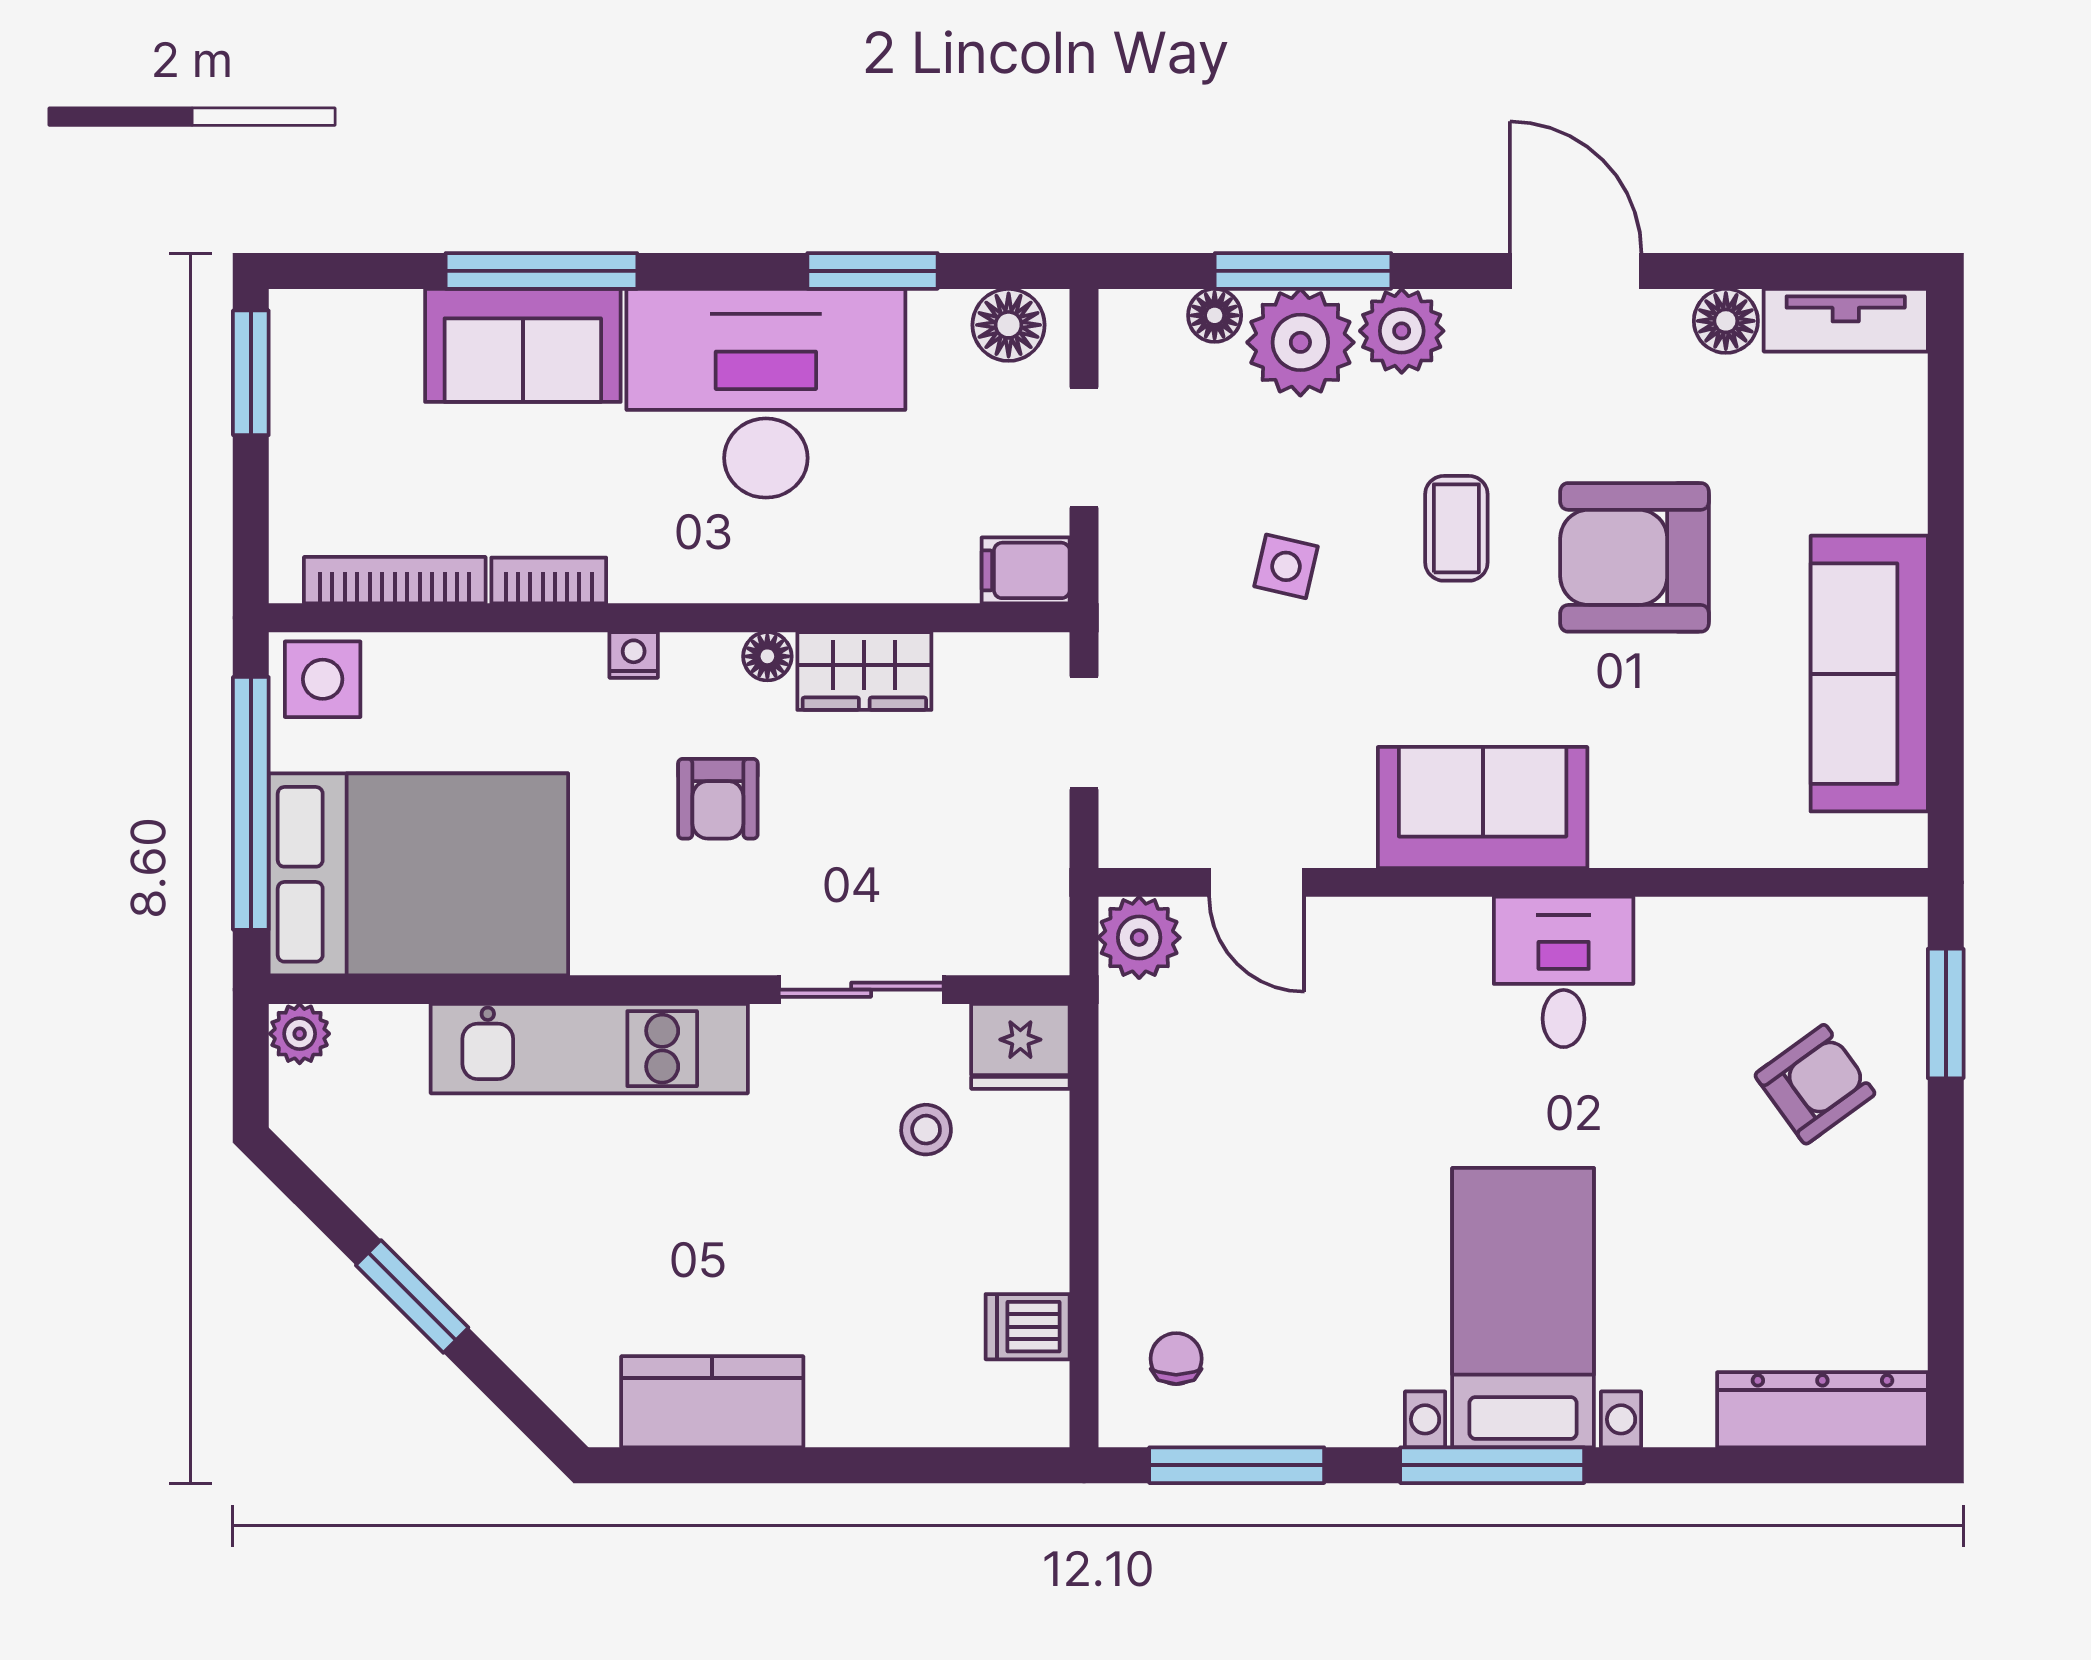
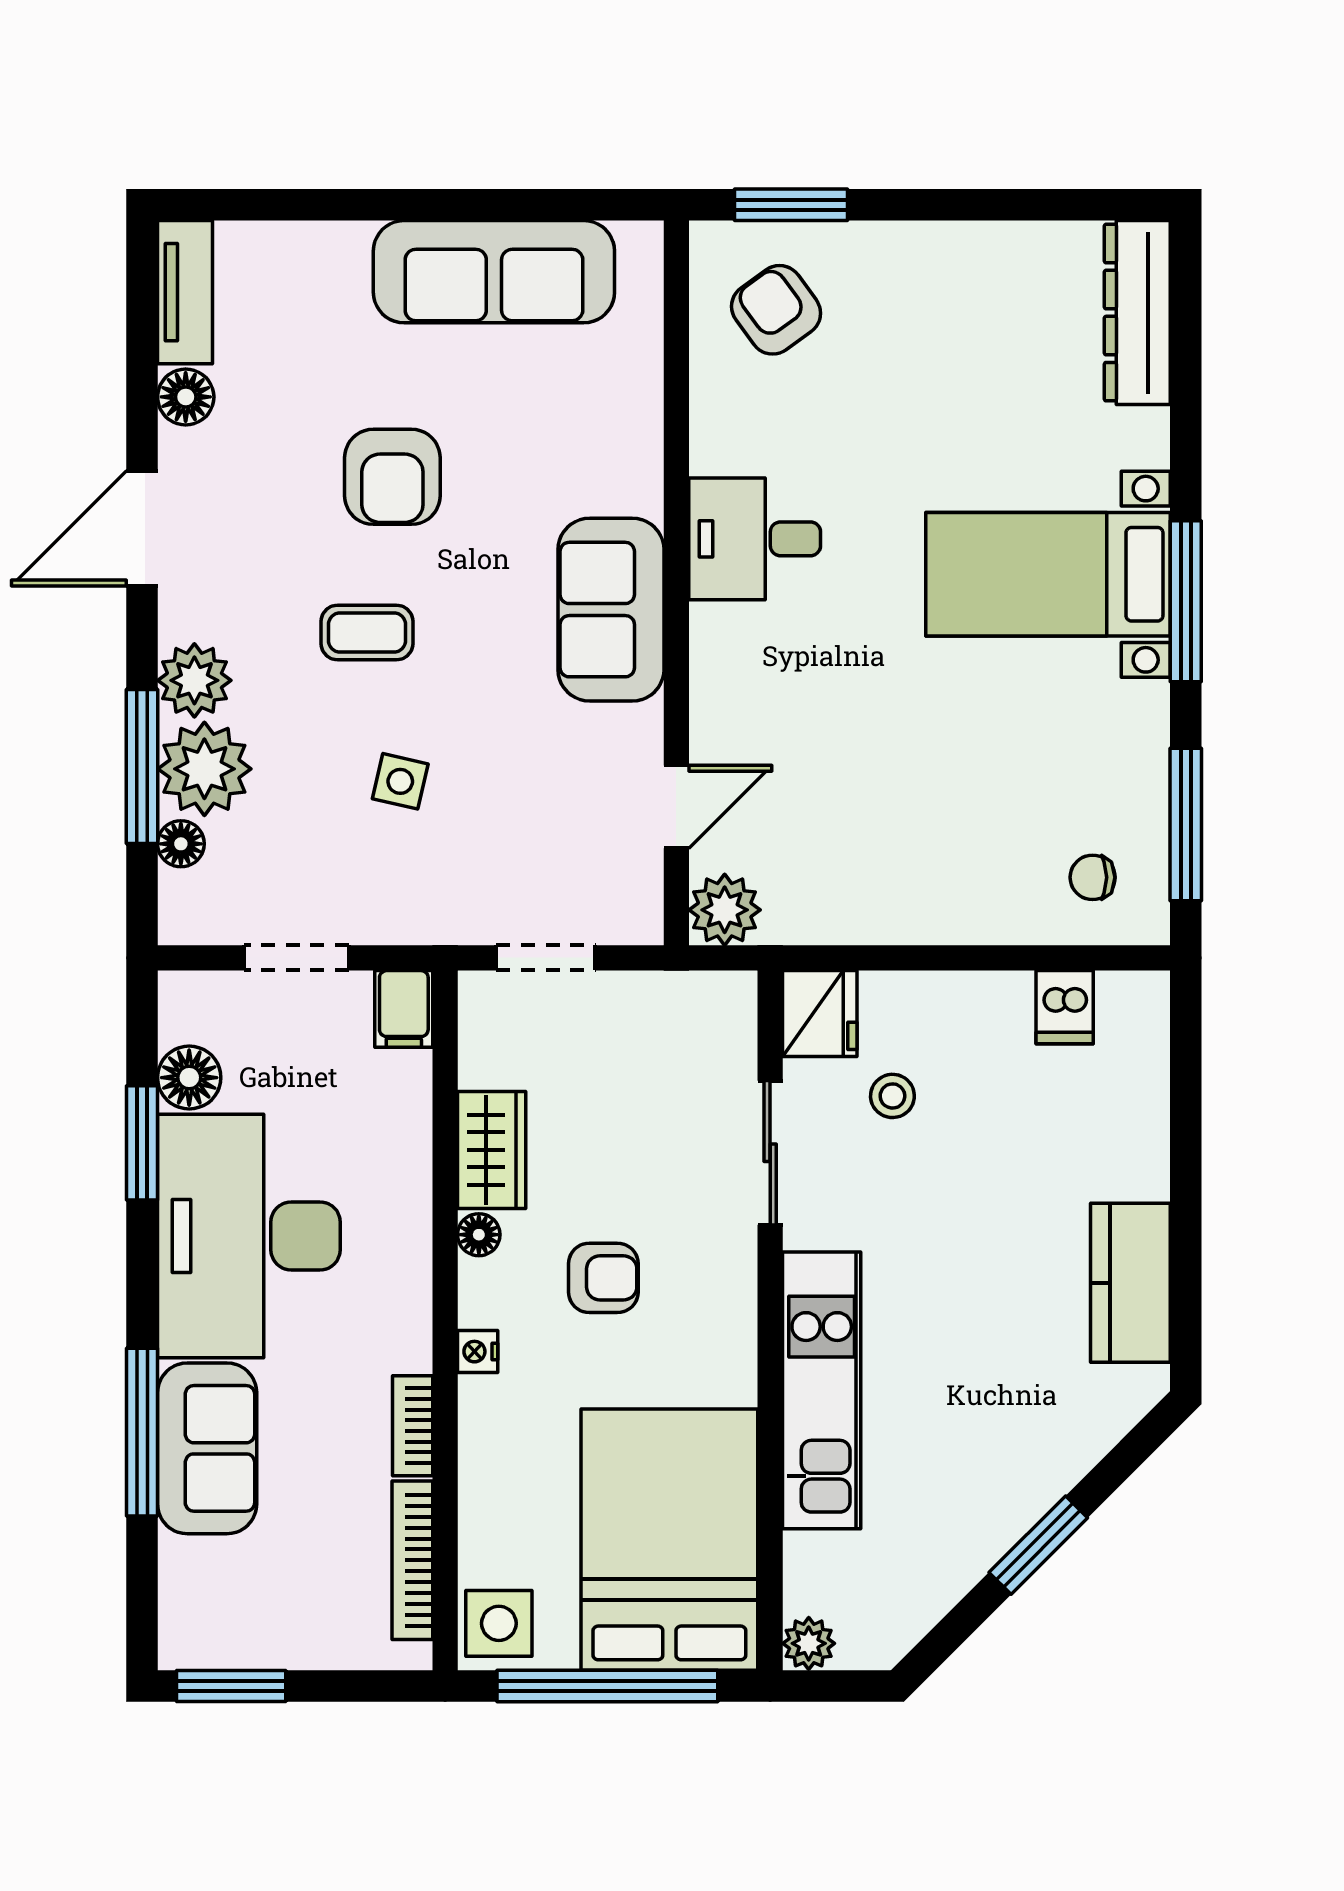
floor lamp: (1009, 325) -> (189, 1078), moved
armchair: (1635, 557) -> (392, 477), width x0.73, depth x0.73
armchair: (1815, 1084) -> (776, 310), moved

